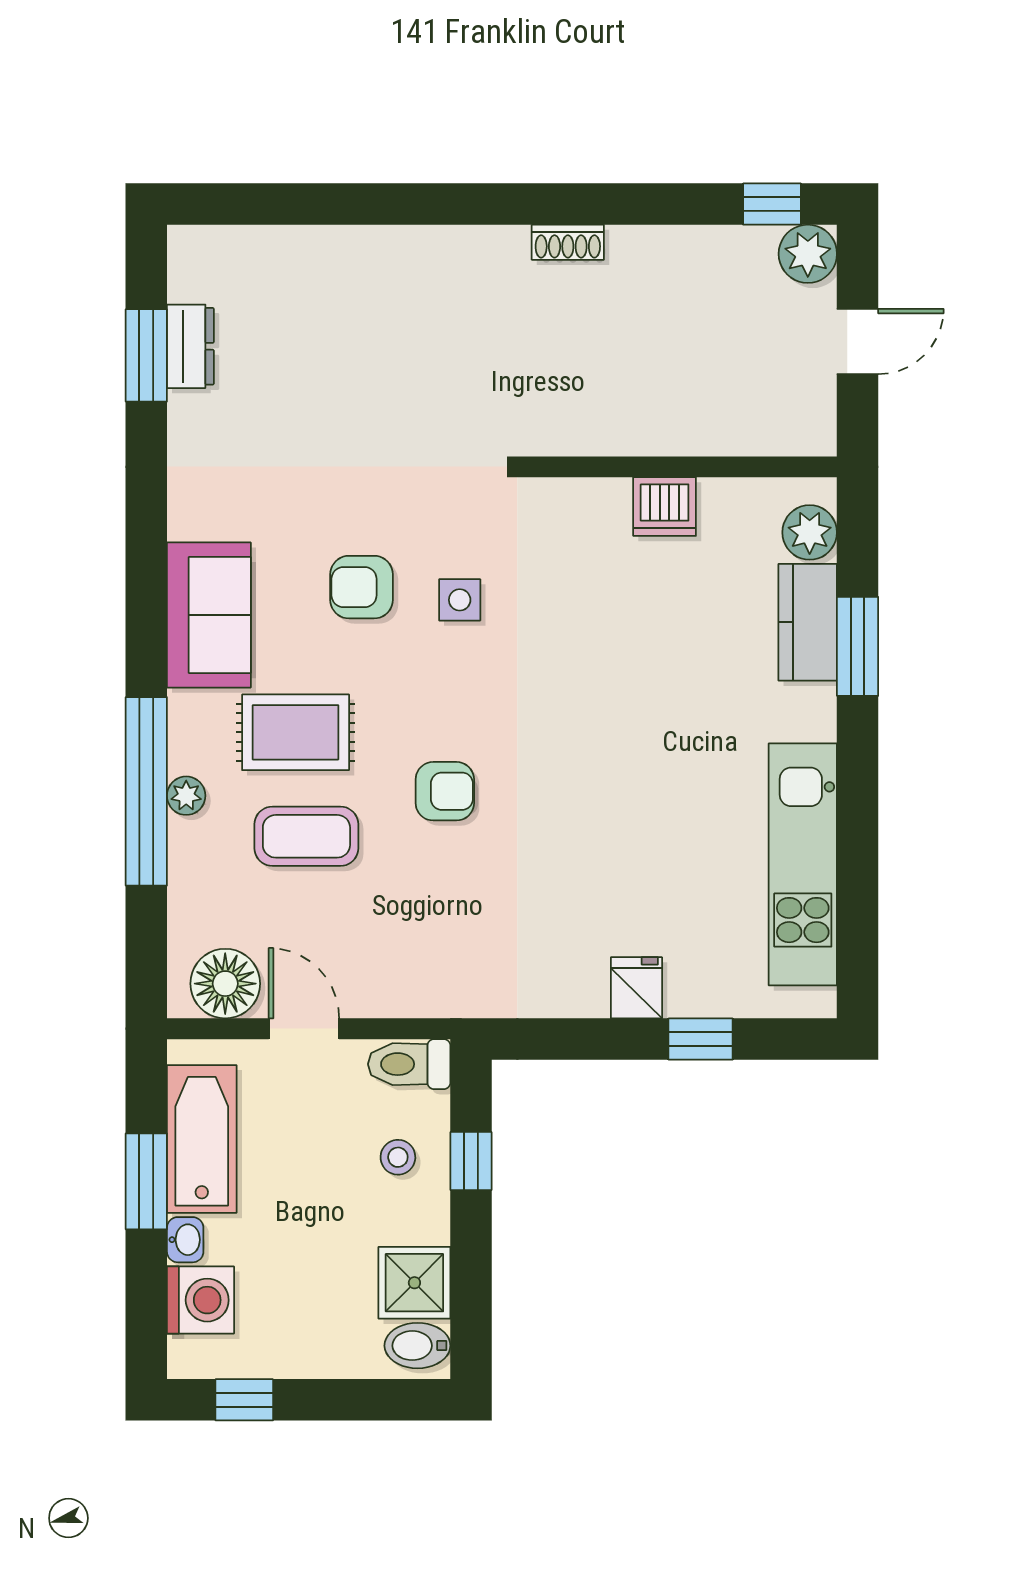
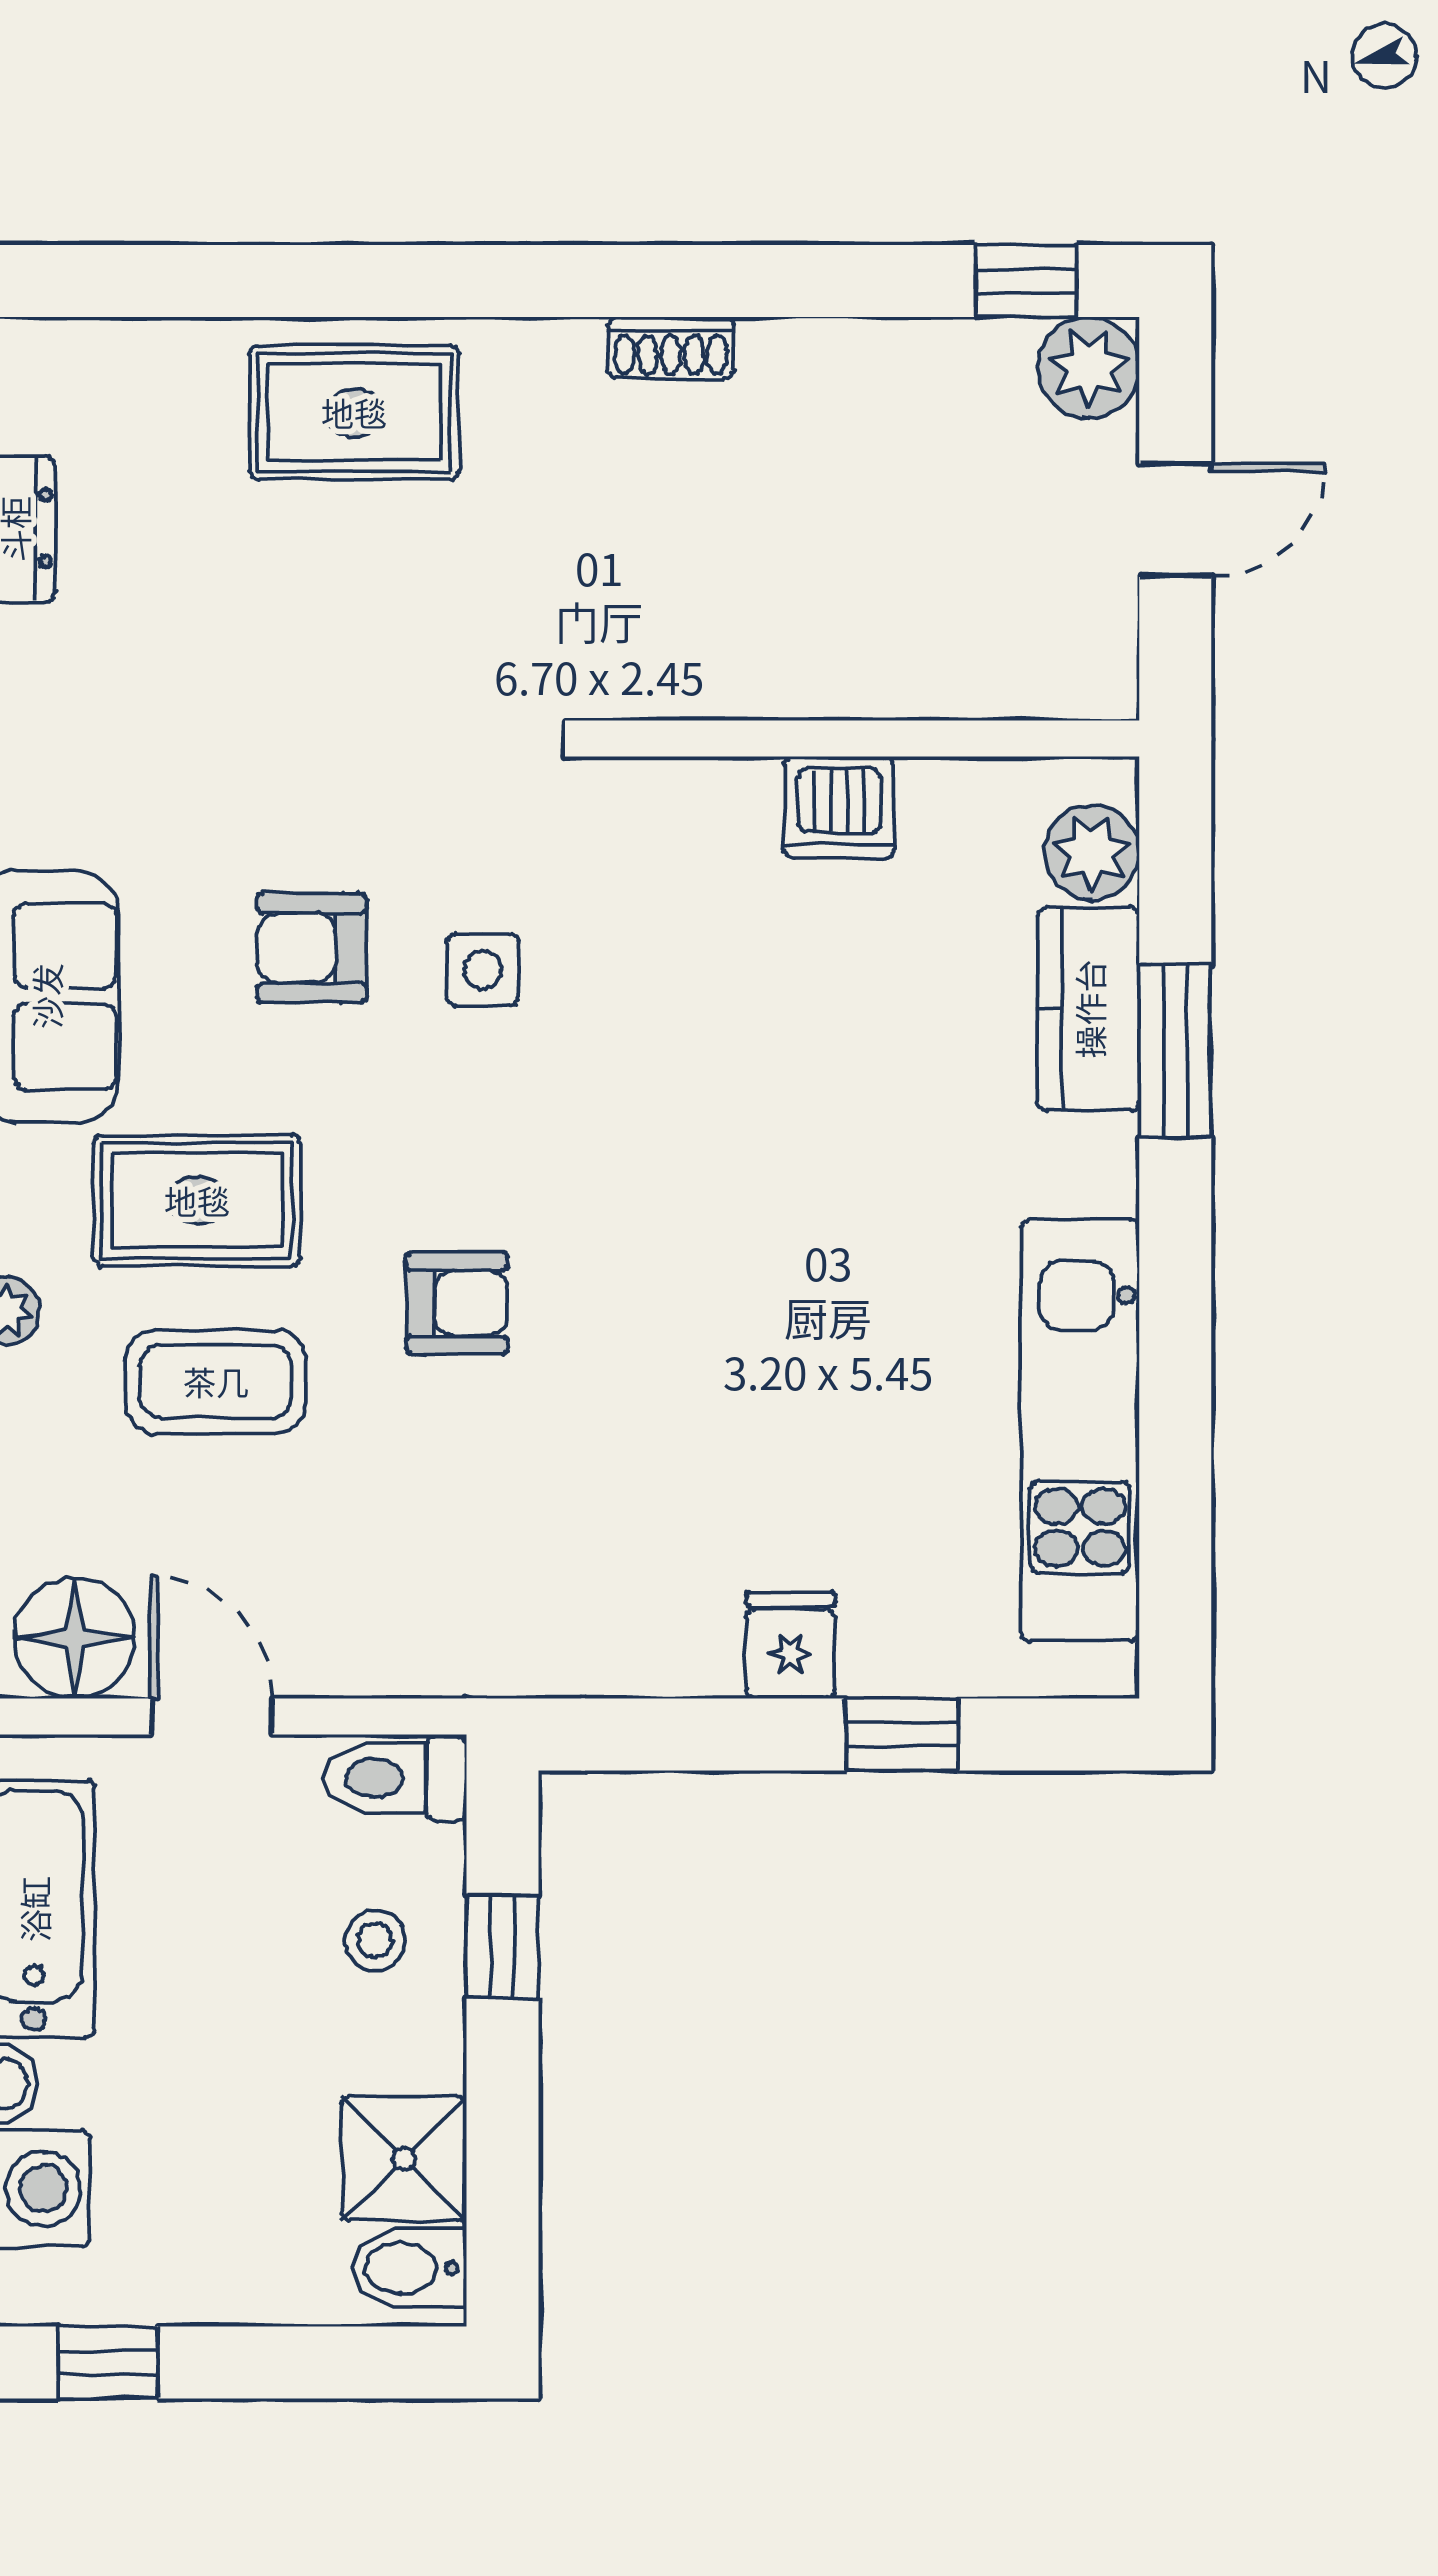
rug: (386, 280) -> (354, 412), added

